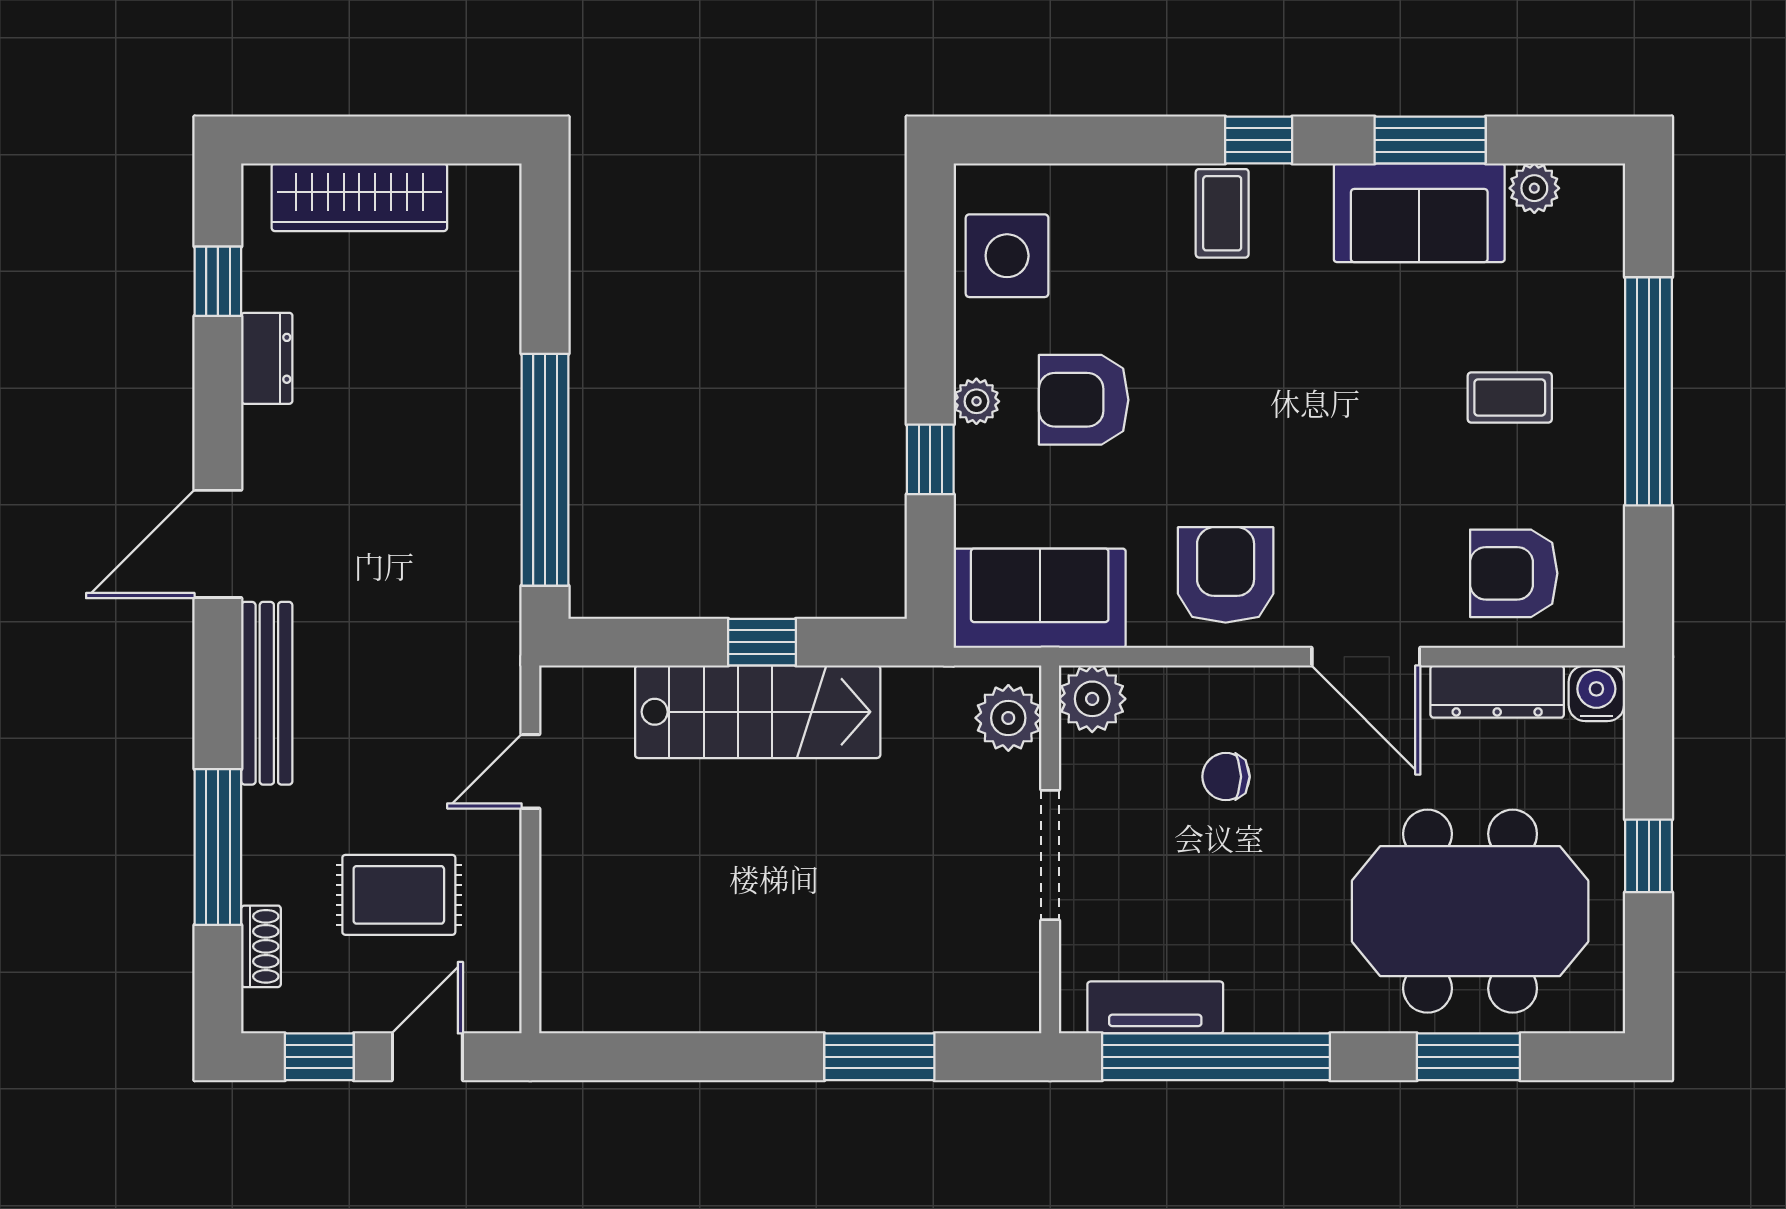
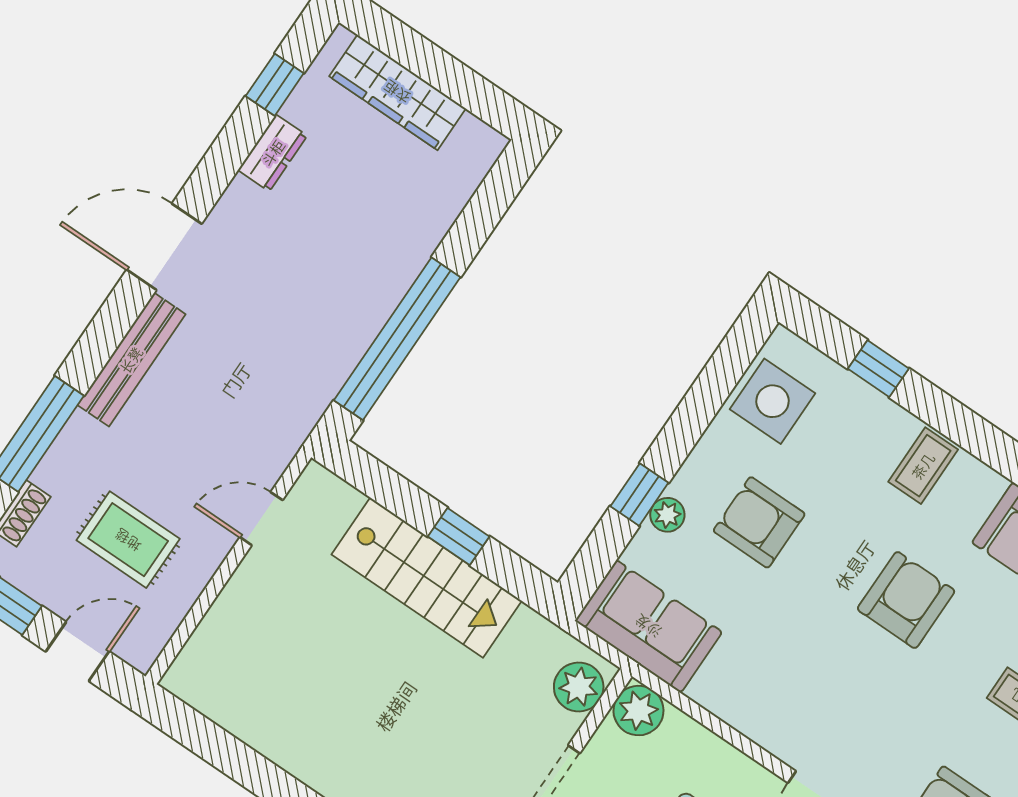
window: (1259, 140) -> (878, 369), moved
plant: (976, 401) -> (667, 515), moved
armchair: (1226, 575) -> (906, 600), moved

